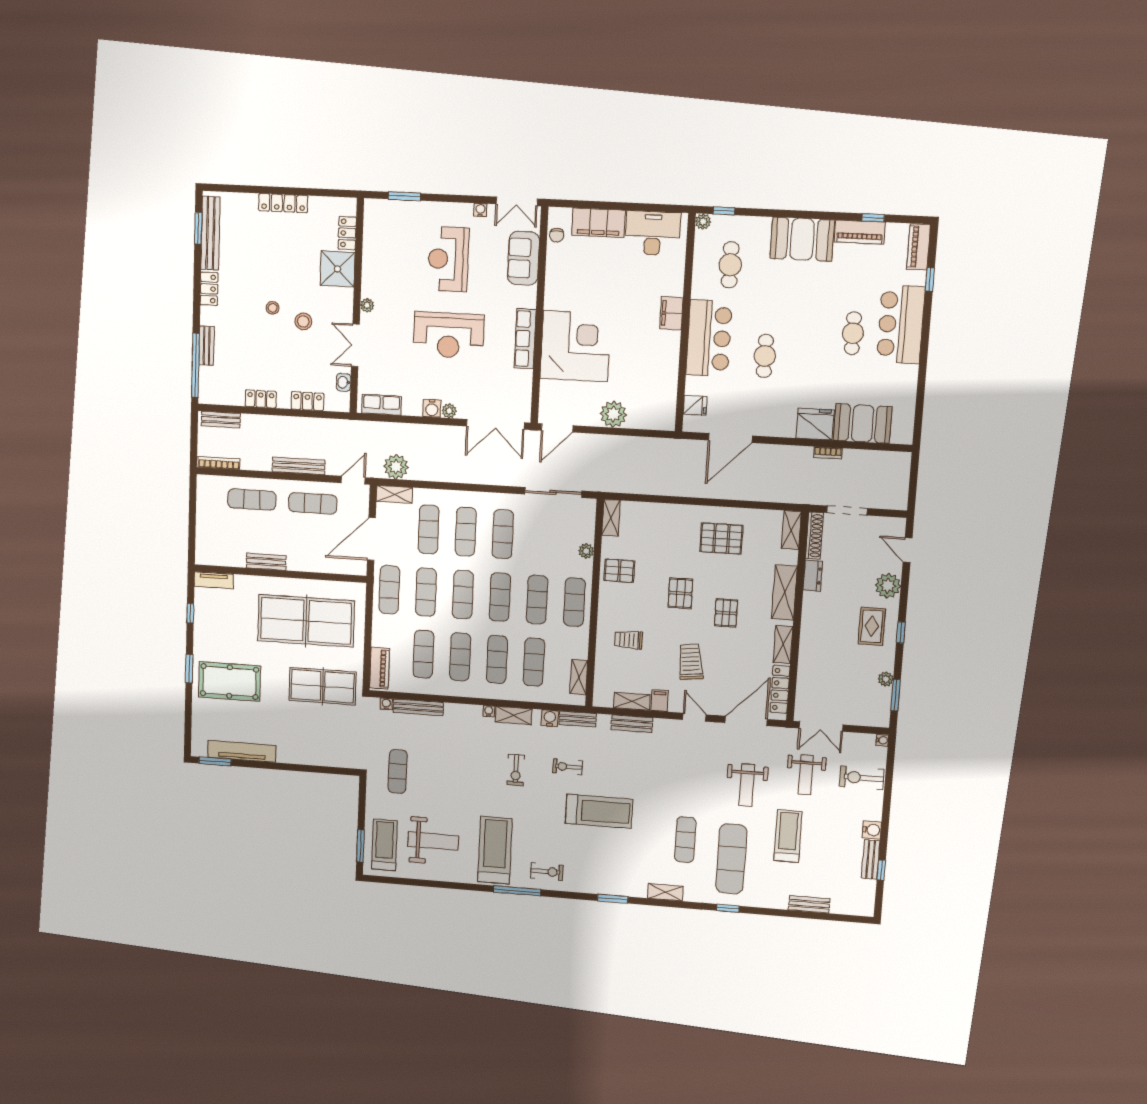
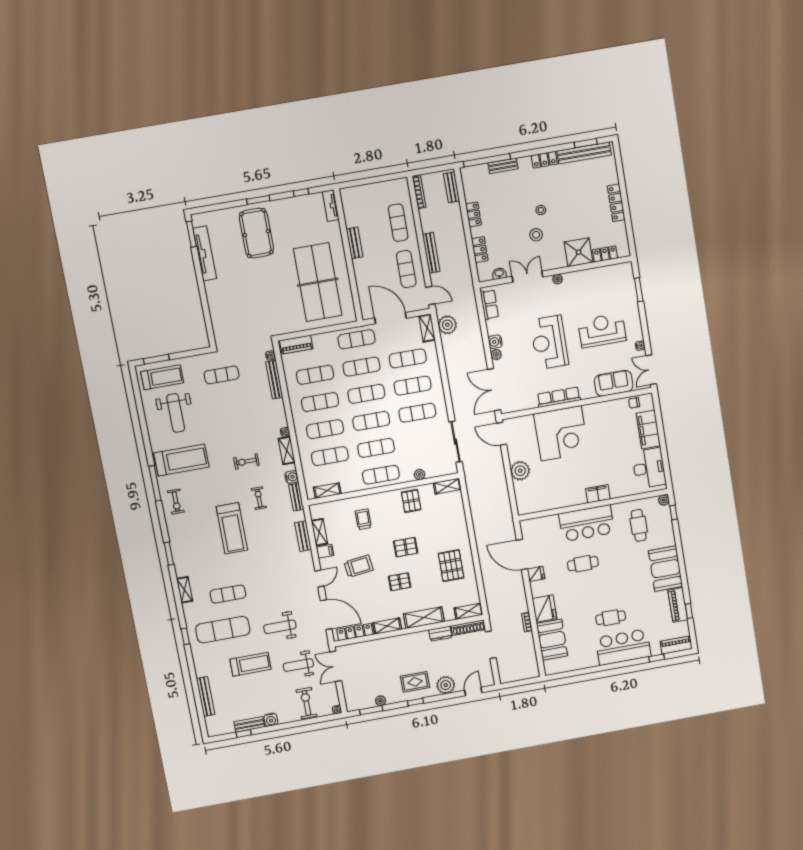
cafe table: (730, 265) -> (639, 525), turned 90
fridge: (695, 405) -> (536, 574), moved, turned -90
table tennis table: (323, 686) -> (271, 305), removed
bench: (809, 904) -> (206, 697), width x1.36

